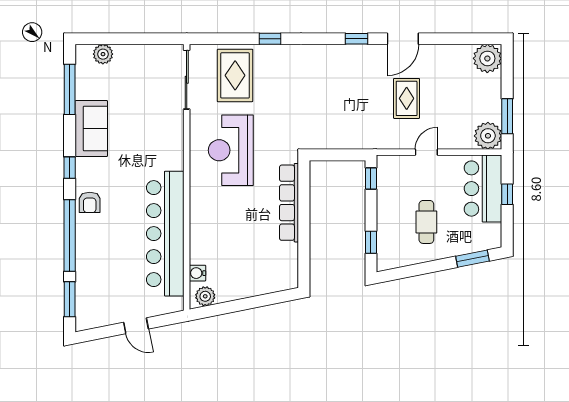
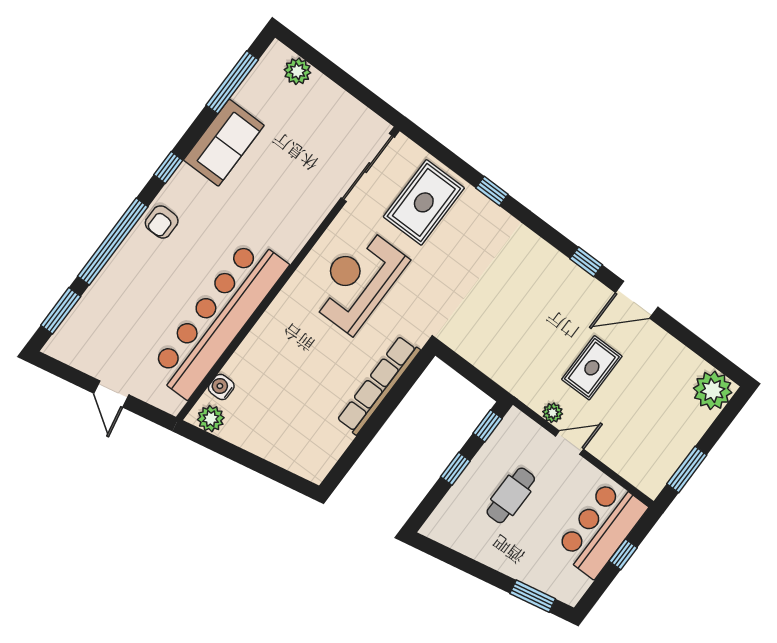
plant: (488, 136) -> (553, 413), moved, width x0.53, depth x0.53
cafe table: (426, 222) -> (511, 495), moved
window: (371, 242) -> (455, 469), moved

